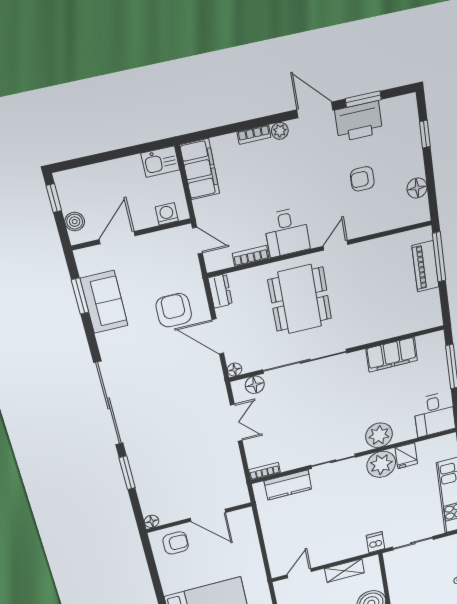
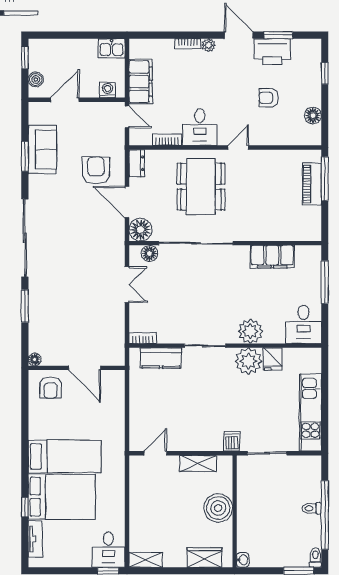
filing cabinet: (200, 169) -> (141, 82), moved
window: (80, 296) -> (25, 156), moved
floor lamp: (235, 370) -> (140, 230), width x1.89, depth x1.89
armchair: (176, 543) -> (51, 387), turned 91

